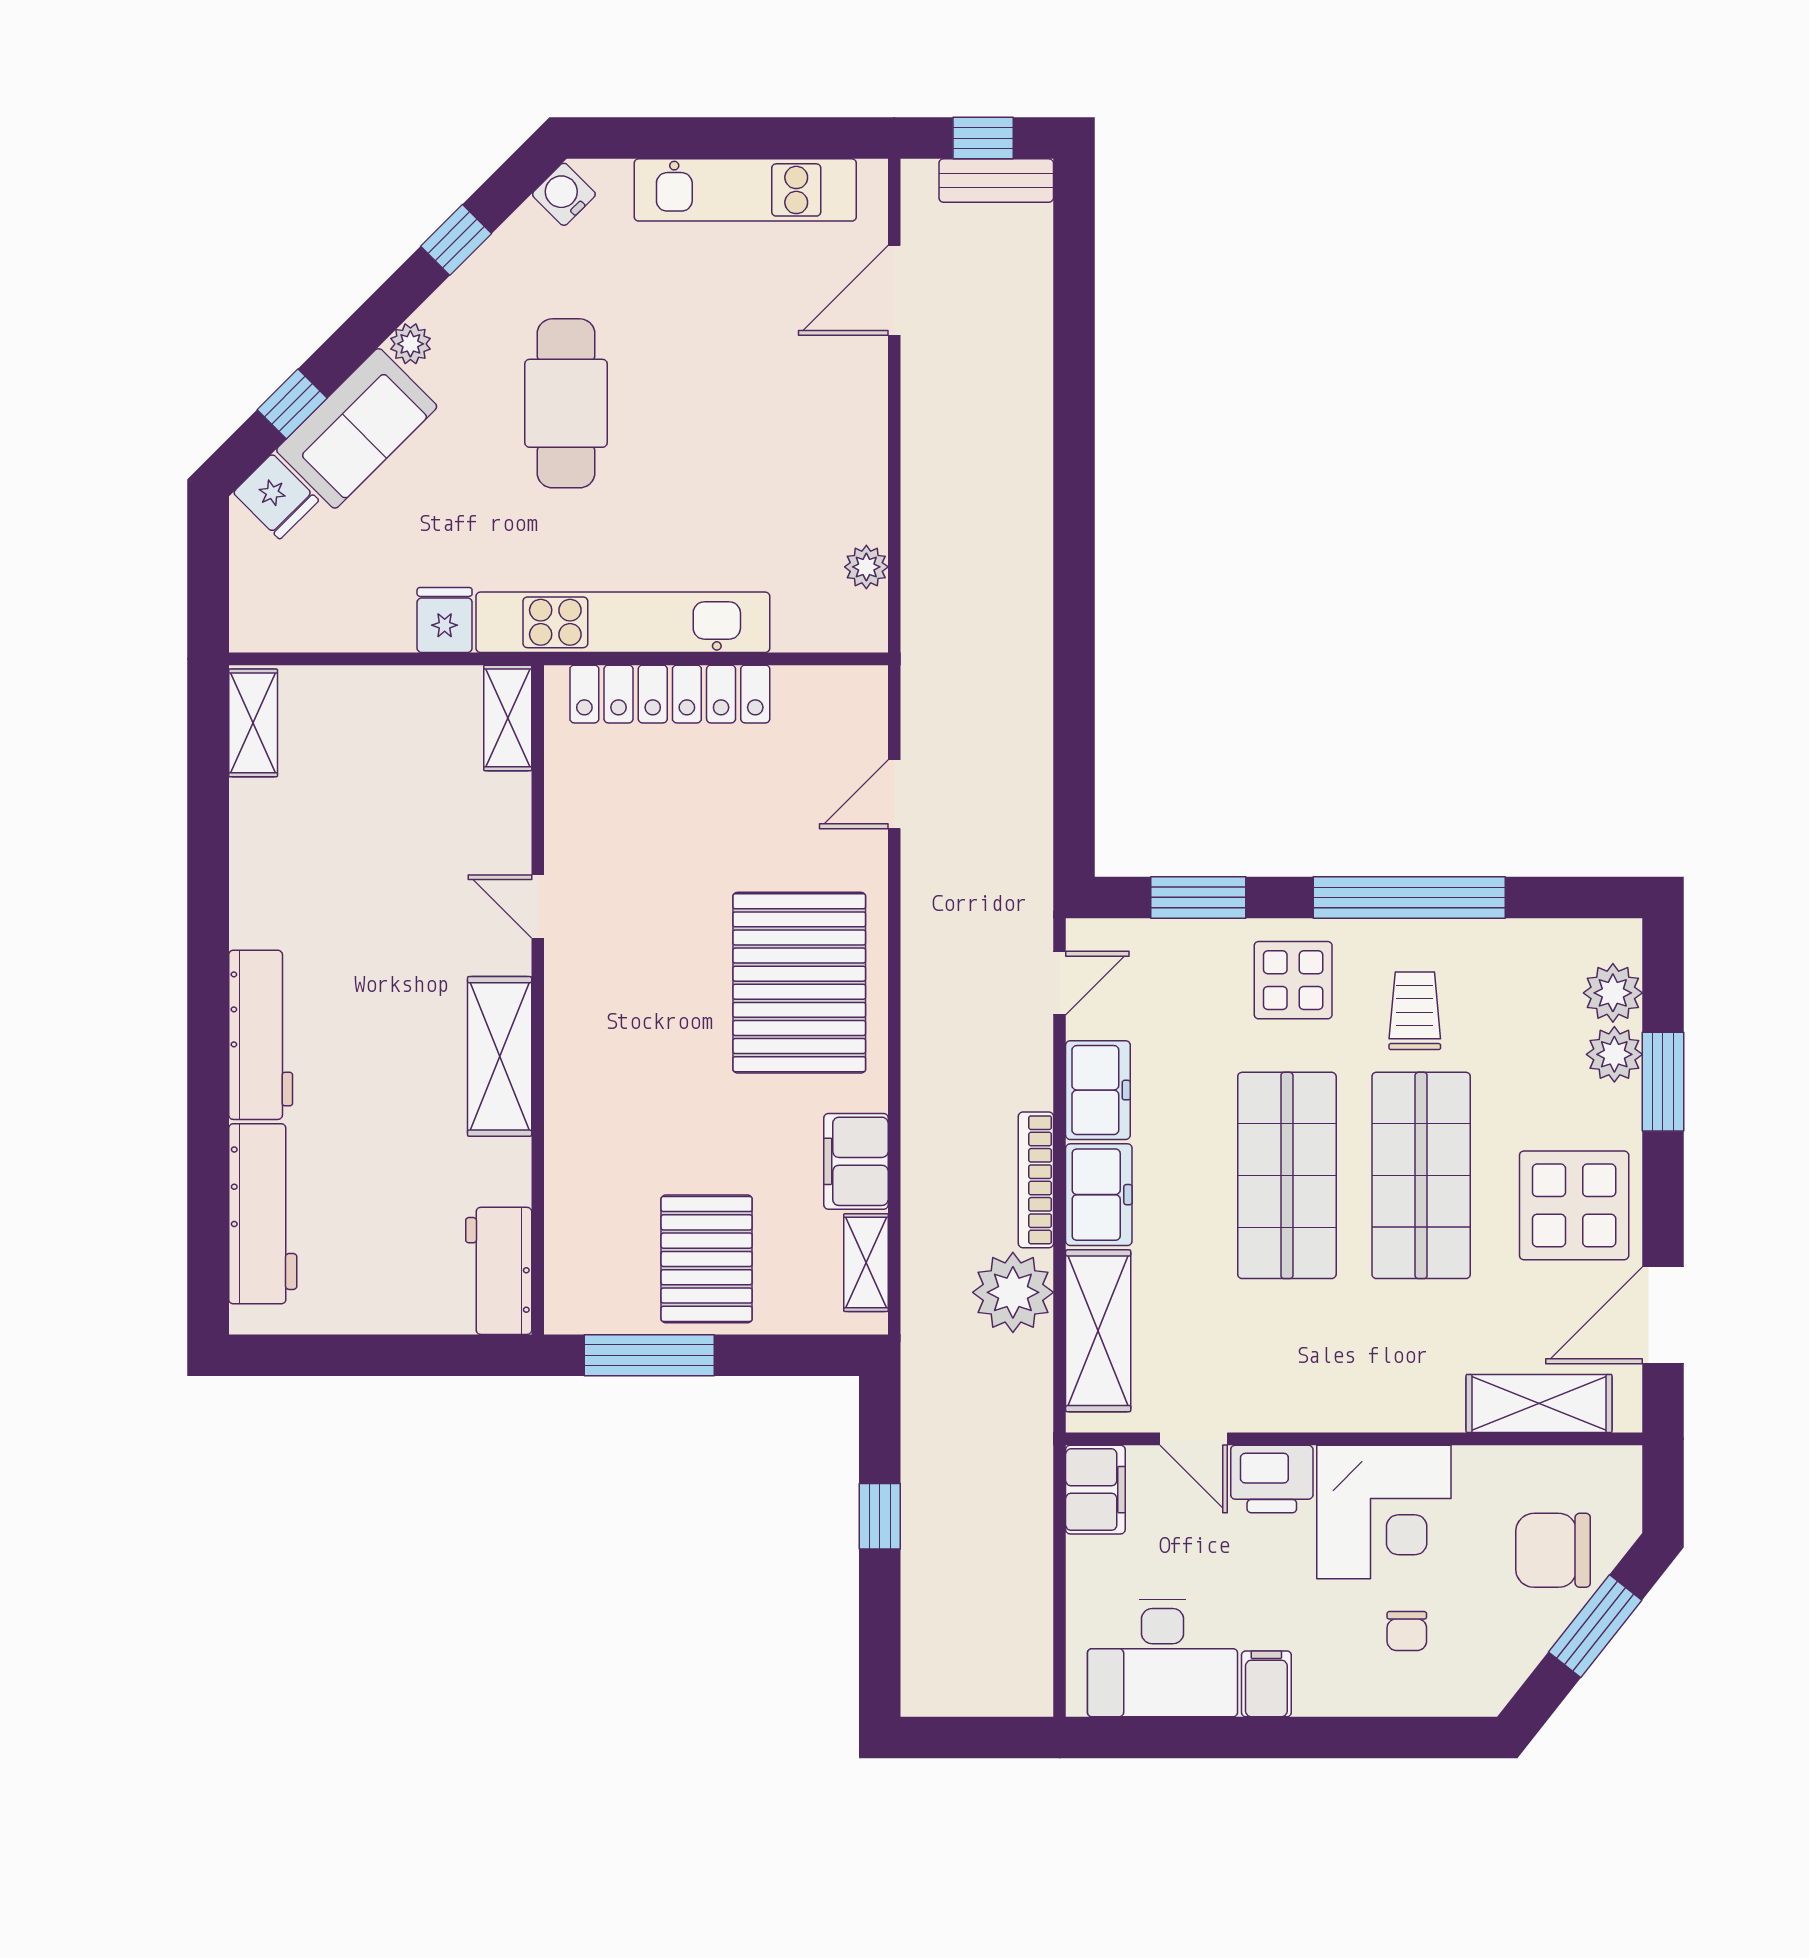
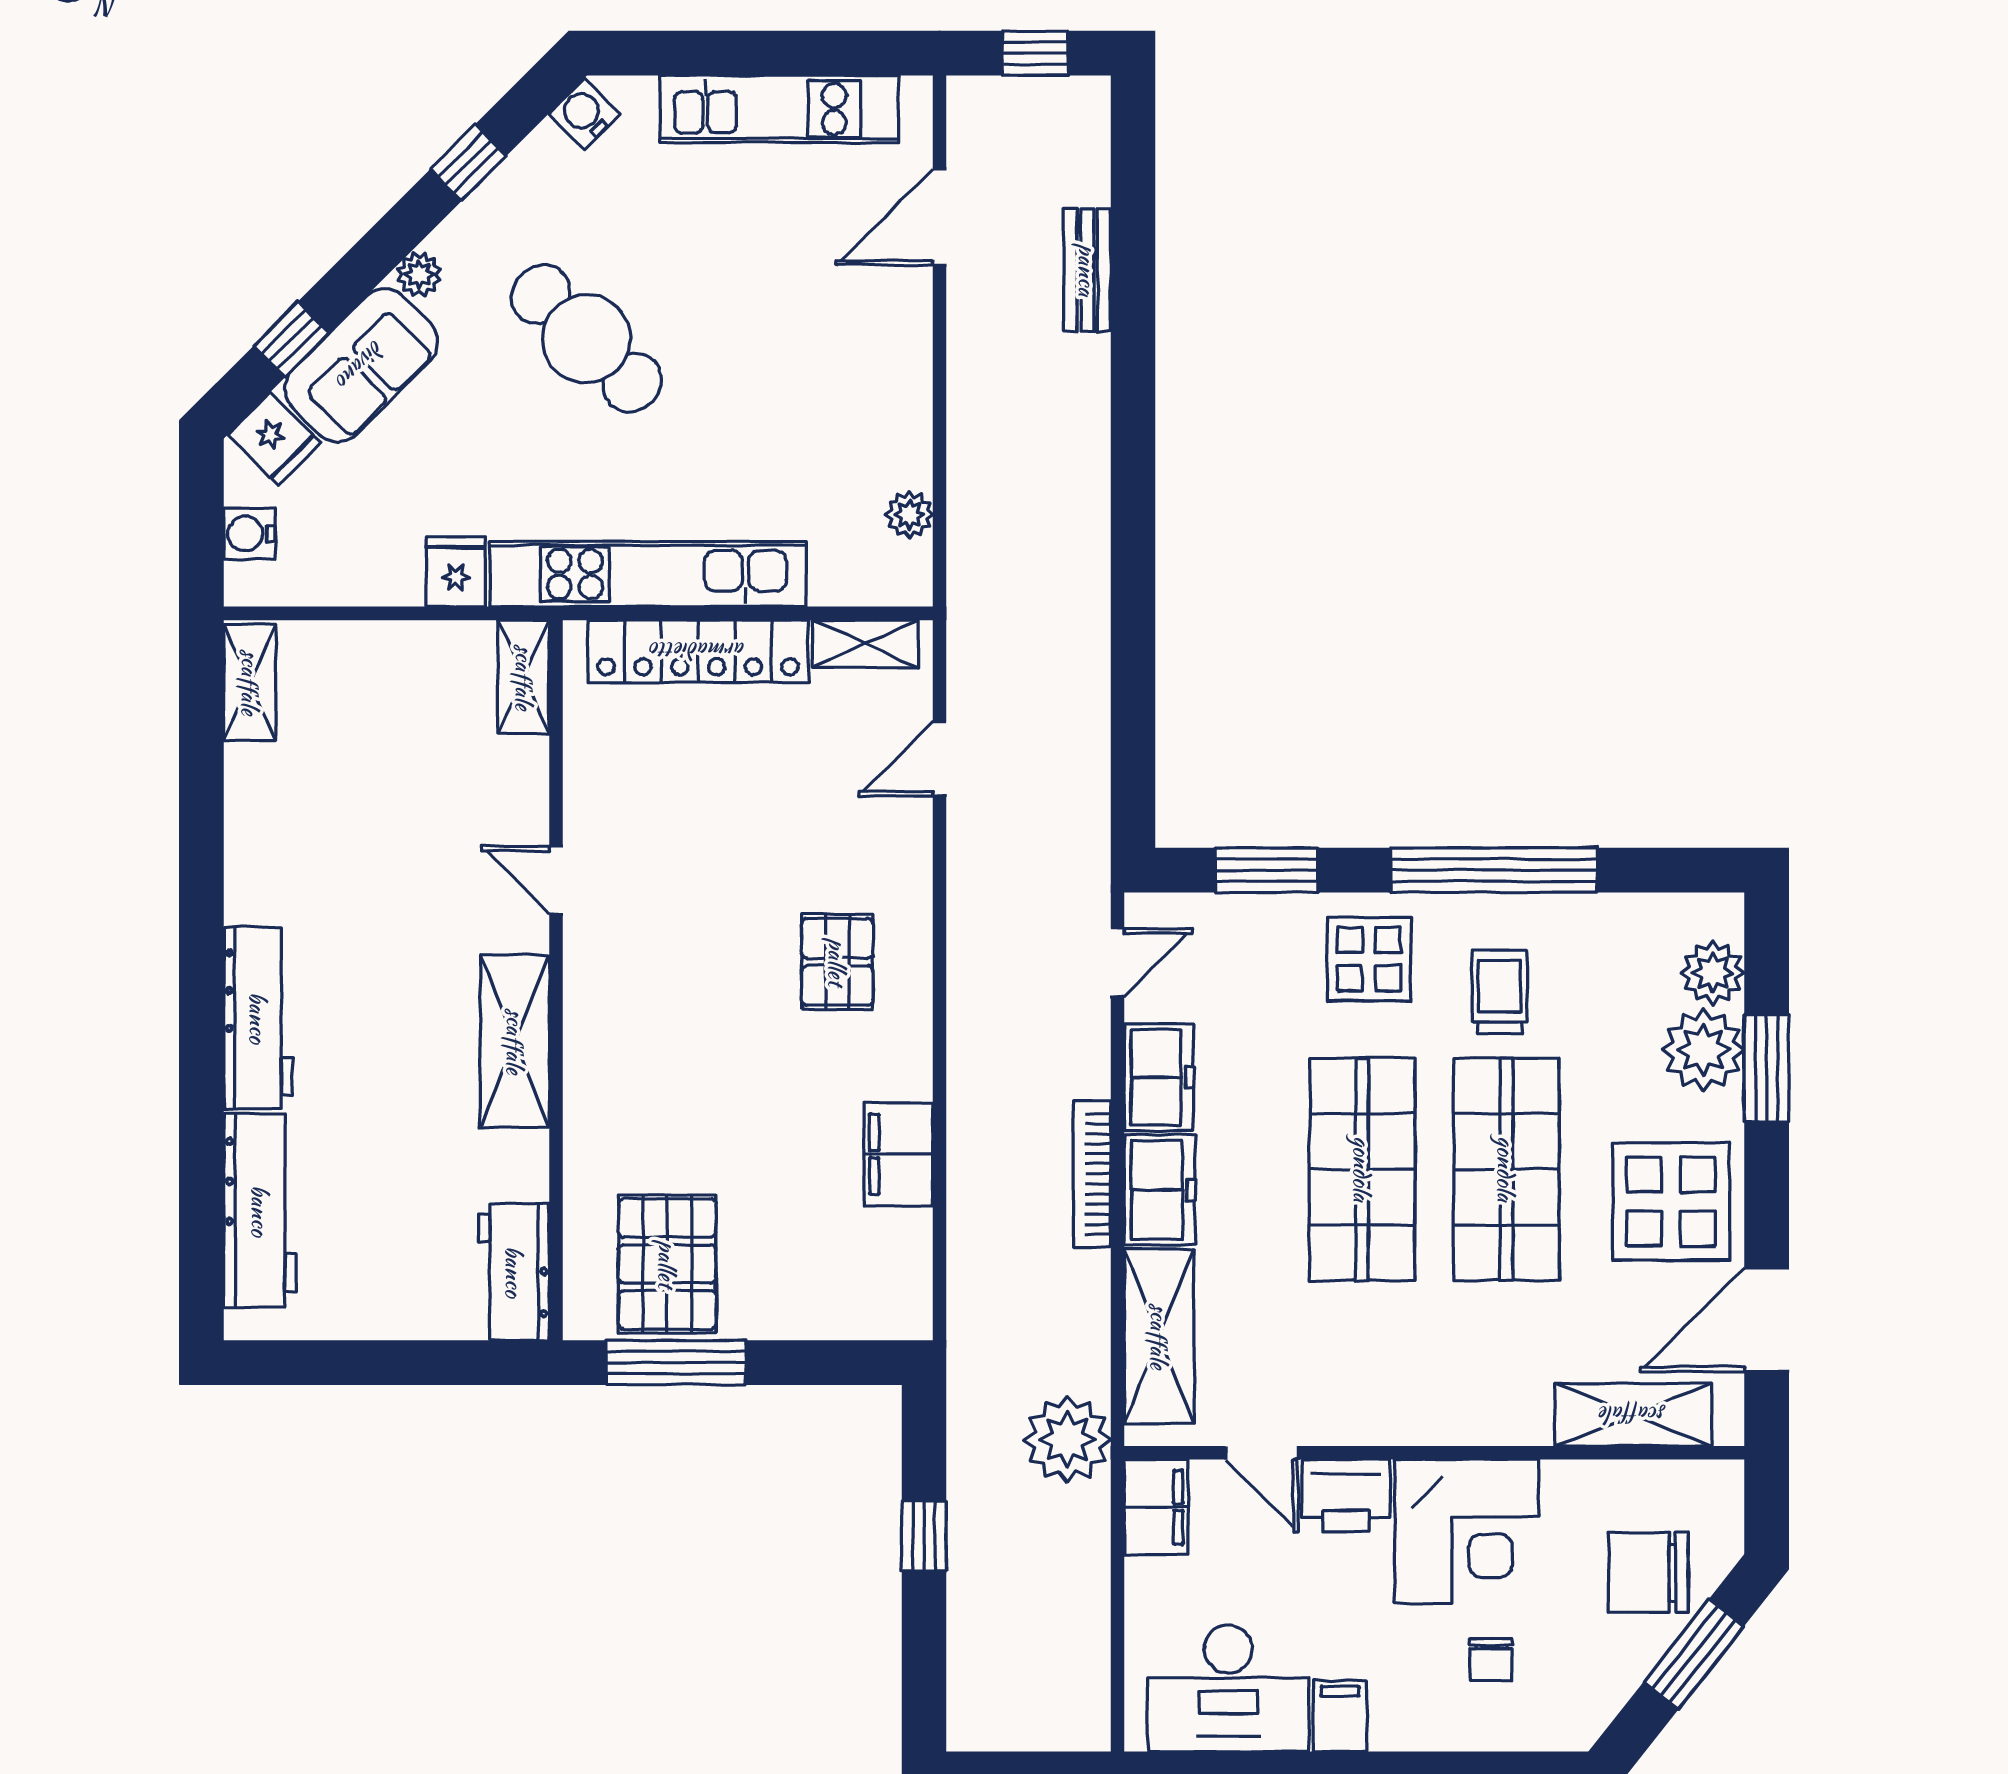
bench: (996, 181) -> (1087, 270), moved, turned 90
cafe table: (566, 403) -> (586, 338), turned -46
water cooler: (253, 585) -> (249, 534), added
pallet: (799, 983) -> (837, 962), width x0.49, depth x0.50
plant: (1614, 1054) -> (1703, 1050), width x1.36, depth x1.36
pallet: (707, 1259) -> (667, 1264), moved
shelving: (866, 1263) -> (866, 644), moved, turned 90
plant: (1013, 1292) -> (1067, 1439), moved

